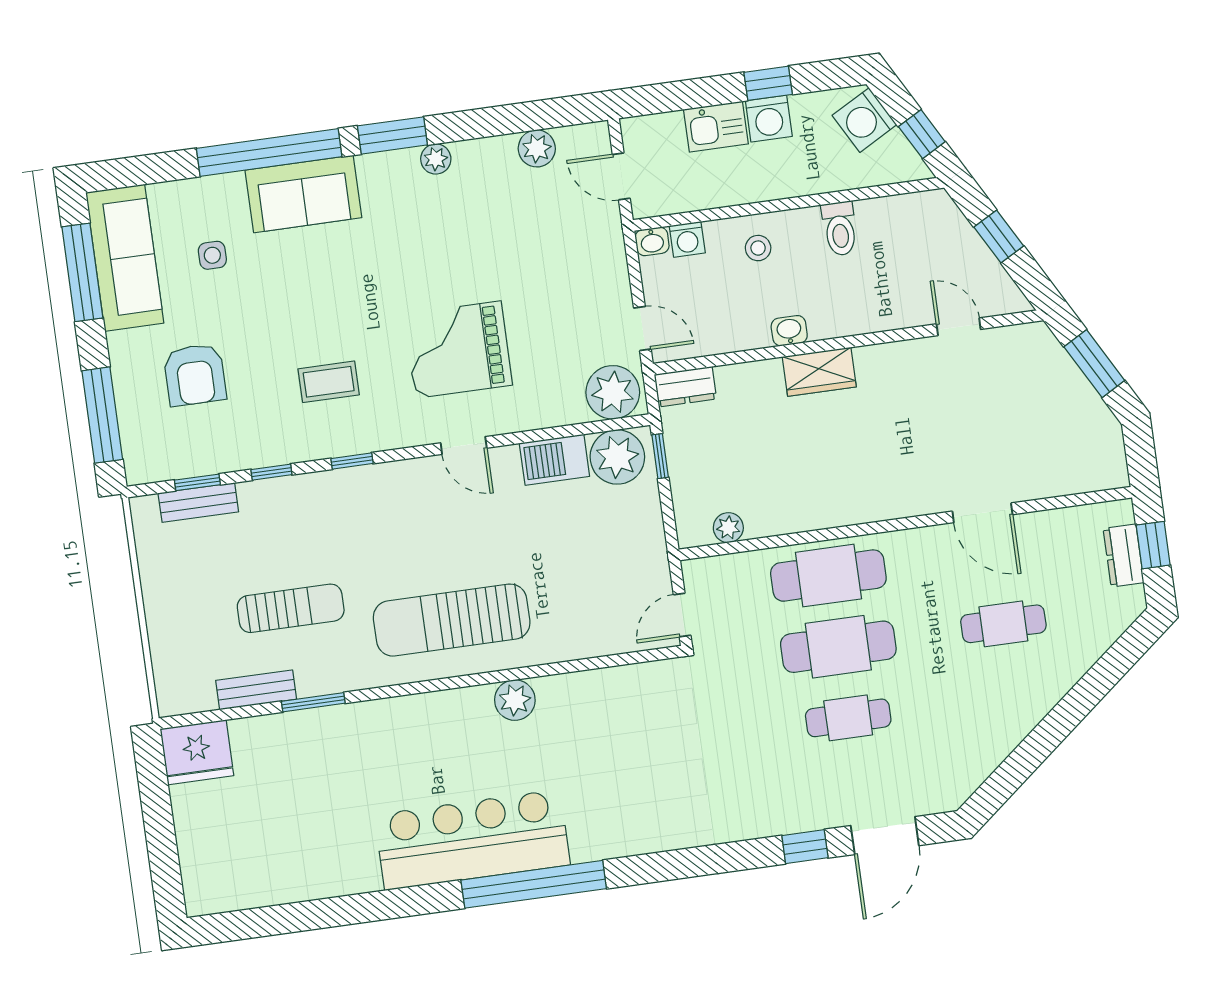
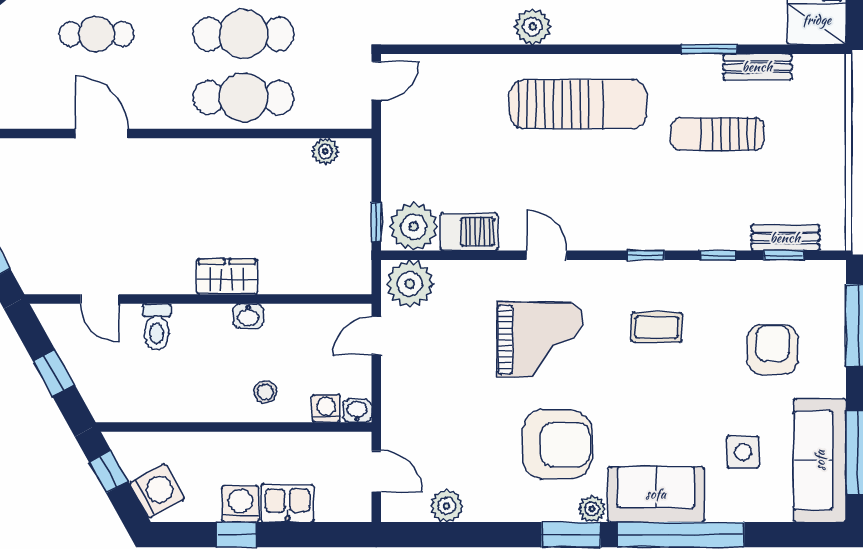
plant: (436, 159) -> (592, 509), moved
toilet: (840, 229) -> (157, 327), moved, turned 180
armchair: (423, 234) -> (557, 445), added
side table: (212, 255) -> (743, 452), width x1.37, depth x1.37
door: (642, 329) -> (376, 336), hinge flipped
dresser: (685, 387) -> (346, 280), removed

